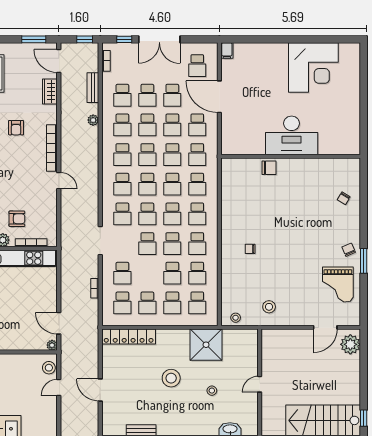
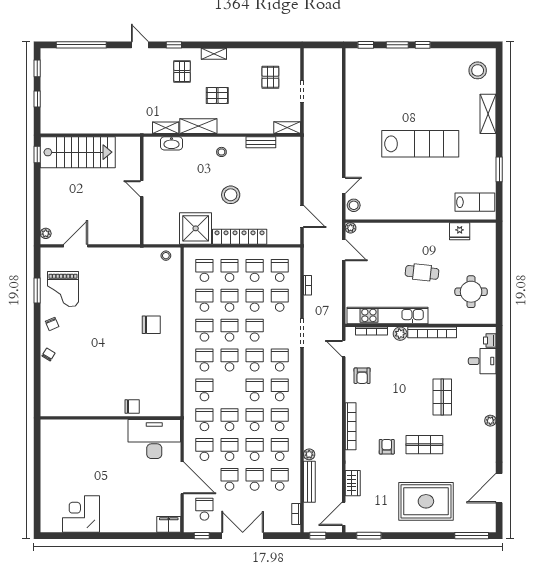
window: (124, 39) -> (202, 536), moved
filing cabinet: (227, 51) -> (169, 524), width x2.00
door: (59, 61) -> (344, 514), swing flipped
corner desk: (313, 67) -> (81, 514), width x0.74, depth x0.74
bench: (93, 88) -> (309, 482), width x1.36
desk: (292, 135) -> (154, 439), moved
chair: (269, 168) -> (132, 406), turned 180
door: (59, 181) -> (344, 349), moved
school desk: (172, 184) -> (255, 300), moved
chair: (344, 198) -> (48, 355), moved
armchair: (17, 219) -> (362, 376), moved, turned -90
chair: (250, 249) -> (151, 325), width x1.87, depth x1.87
window: (364, 261) -> (37, 291), moved
grand piano: (338, 284) -> (63, 289), turned 180
stool: (269, 307) -> (132, 267), removed
locker: (129, 337) -> (240, 237), moved
plant: (350, 344) -> (46, 233), width x0.53, depth x0.53
door: (260, 384) -> (142, 189), swing flipped
door: (100, 390) -> (302, 216), moved
stool: (212, 391) -> (221, 152), moved

